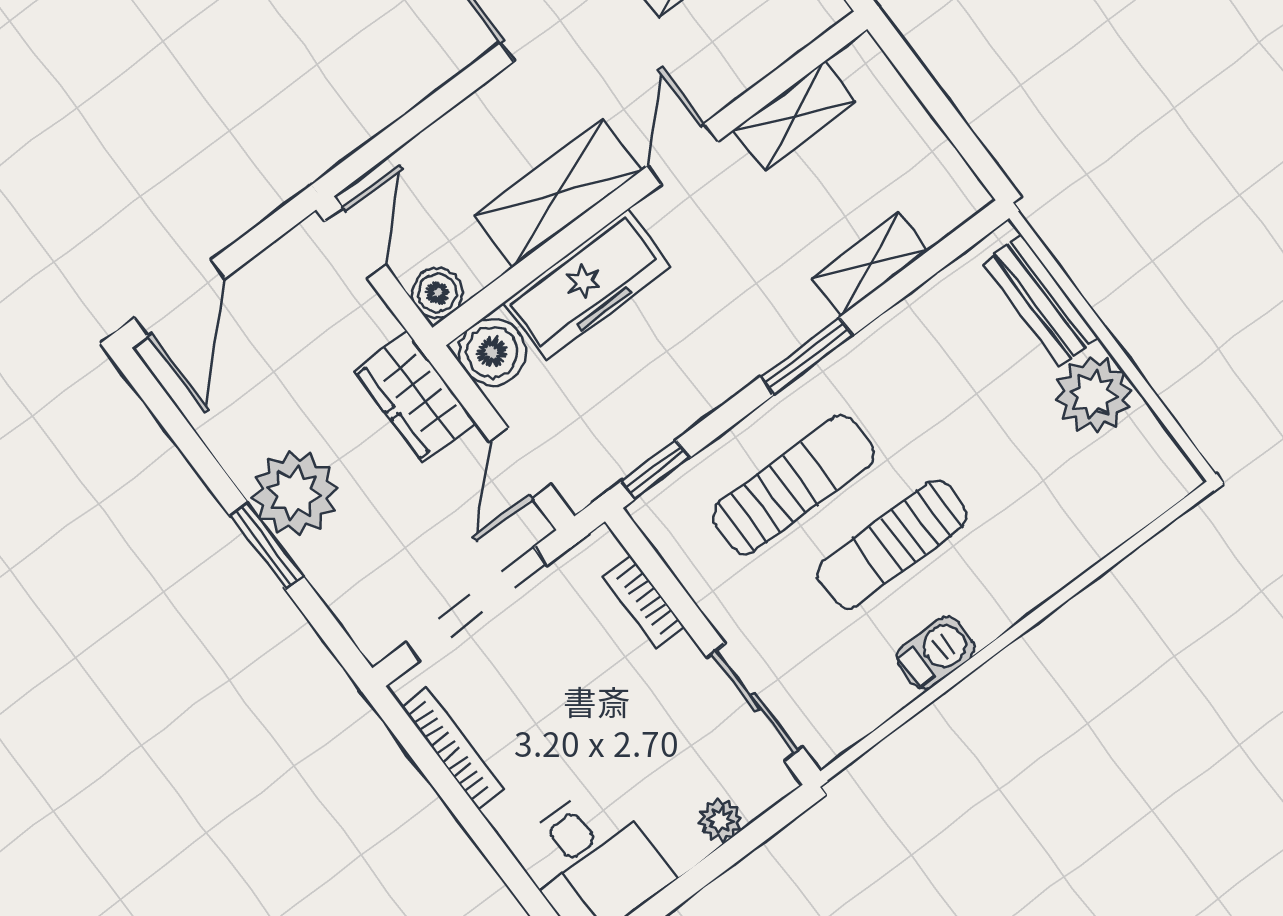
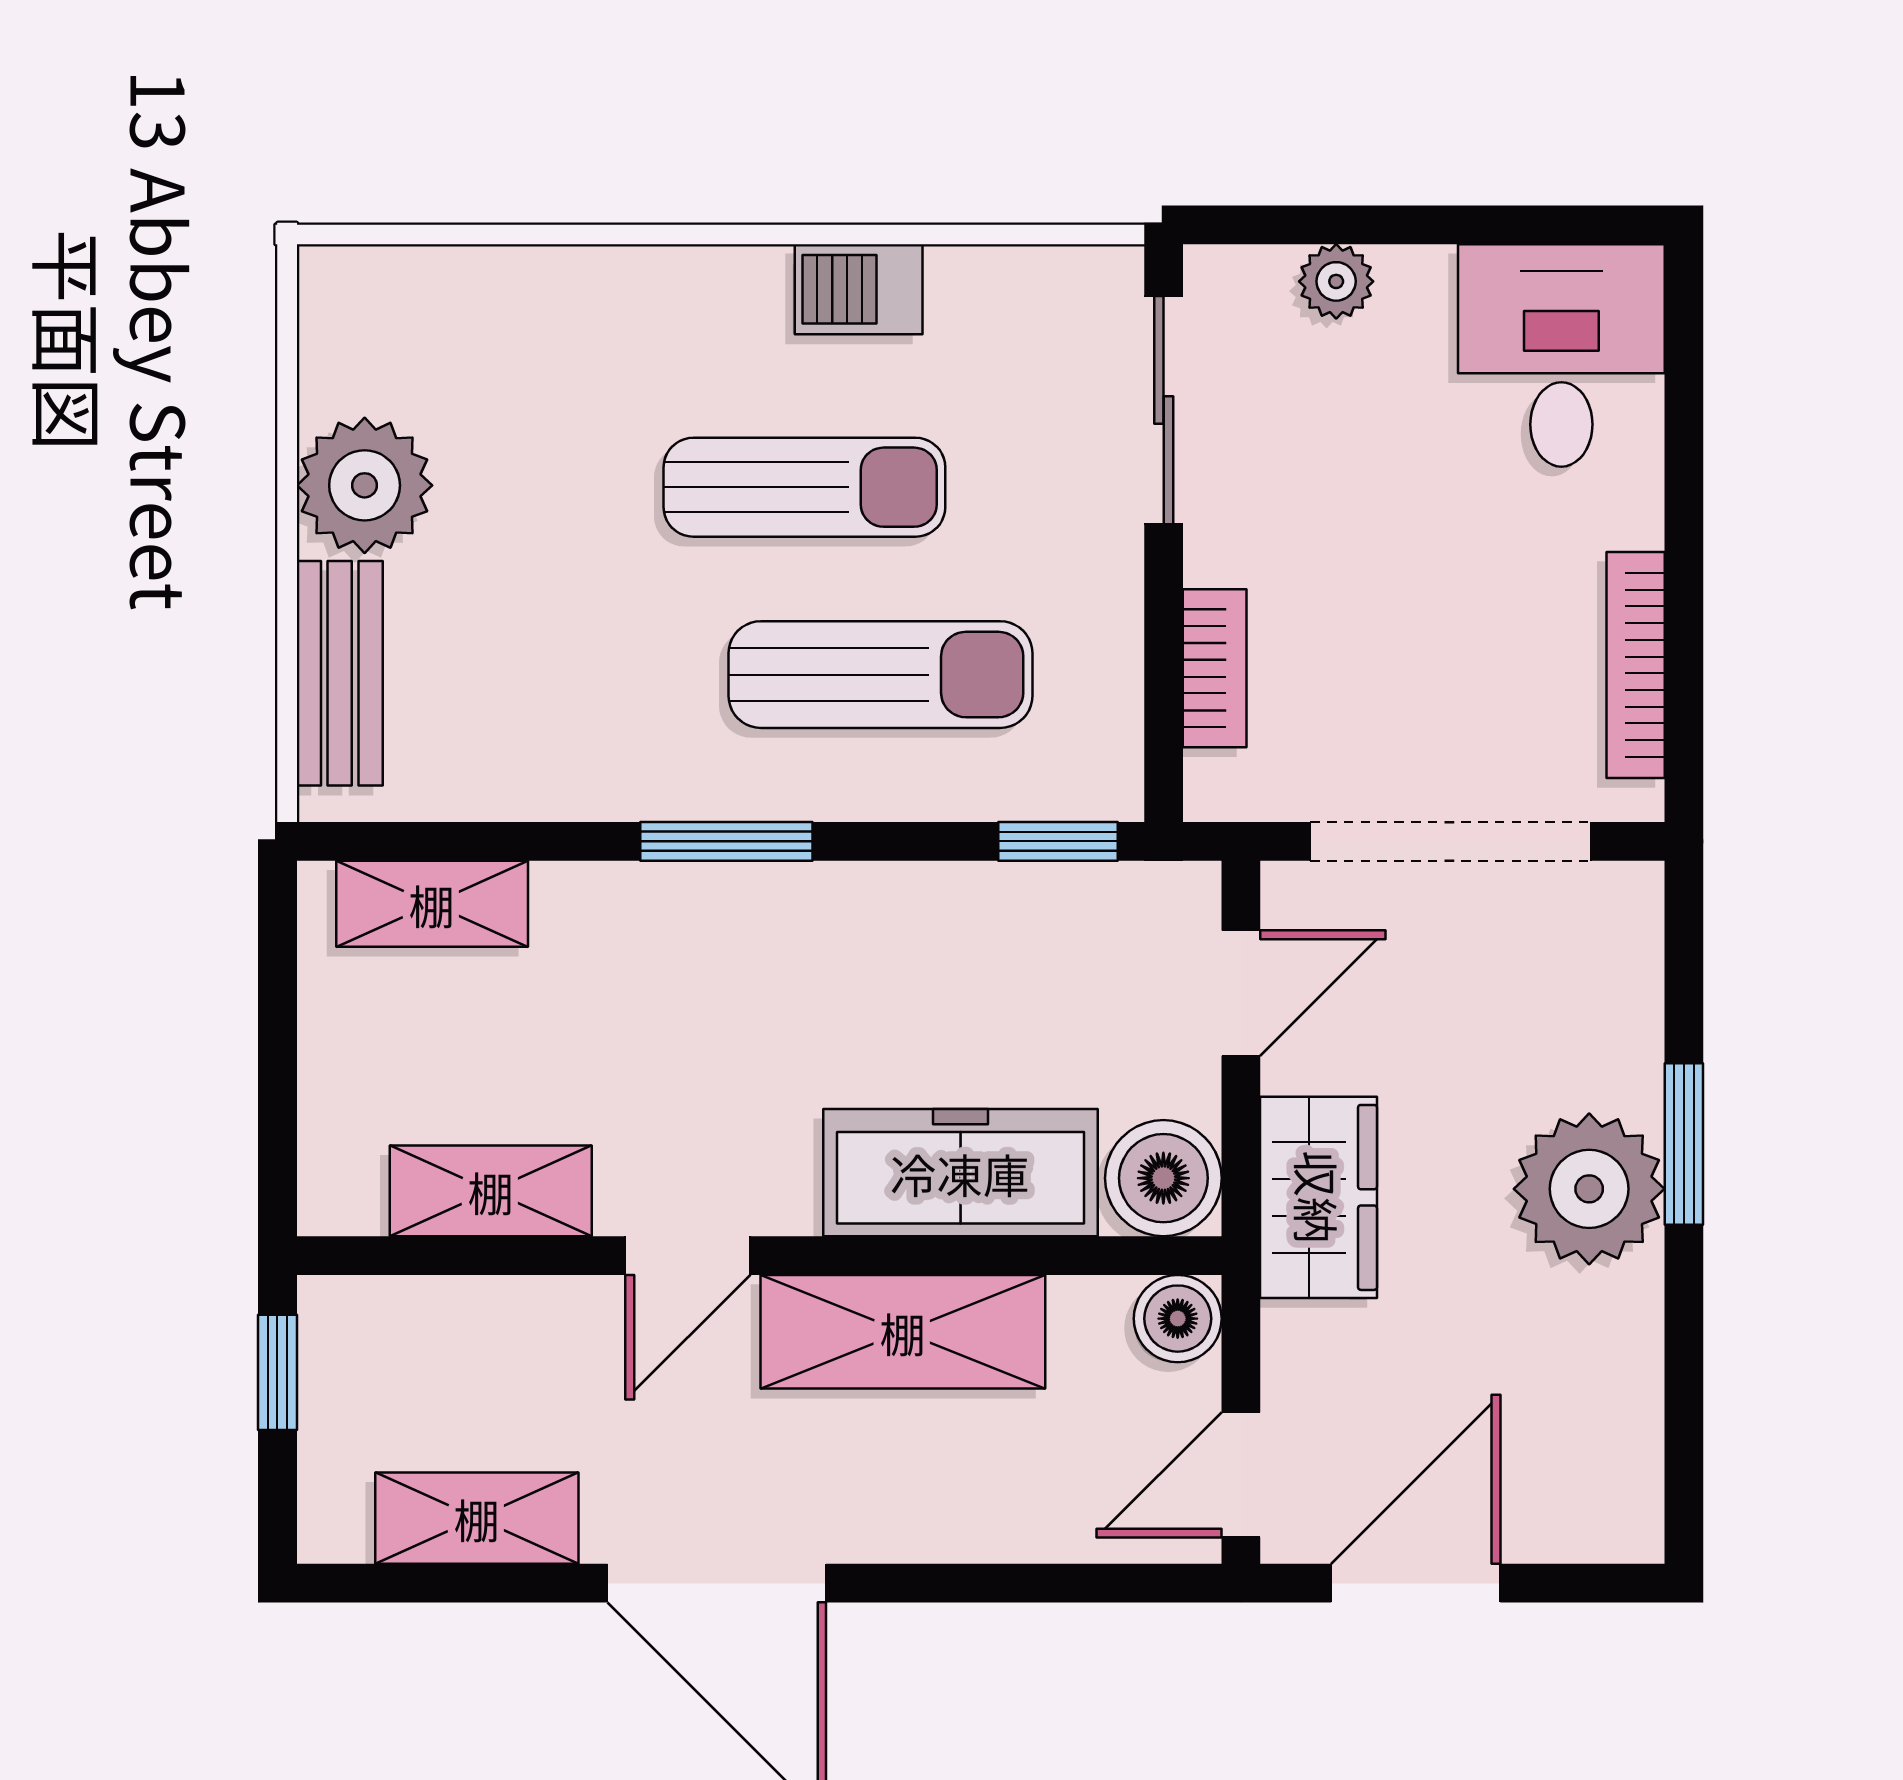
shelving: (870, 264) -> (432, 904), moved
door: (180, 298) -> (1416, 1583), moved
sun lounger: (793, 485) -> (880, 675), turned 180

